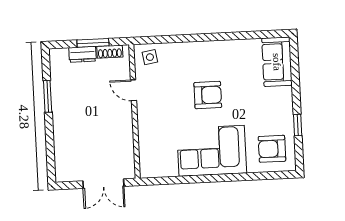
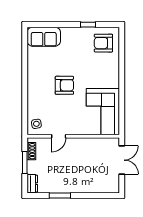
dresser: (82, 54) -> (32, 184), moved
armchair: (208, 95) -> (64, 85), turned 90
armchair: (272, 149) -> (103, 43), turned 90
corner sofa: (212, 151) -> (103, 112), moved

